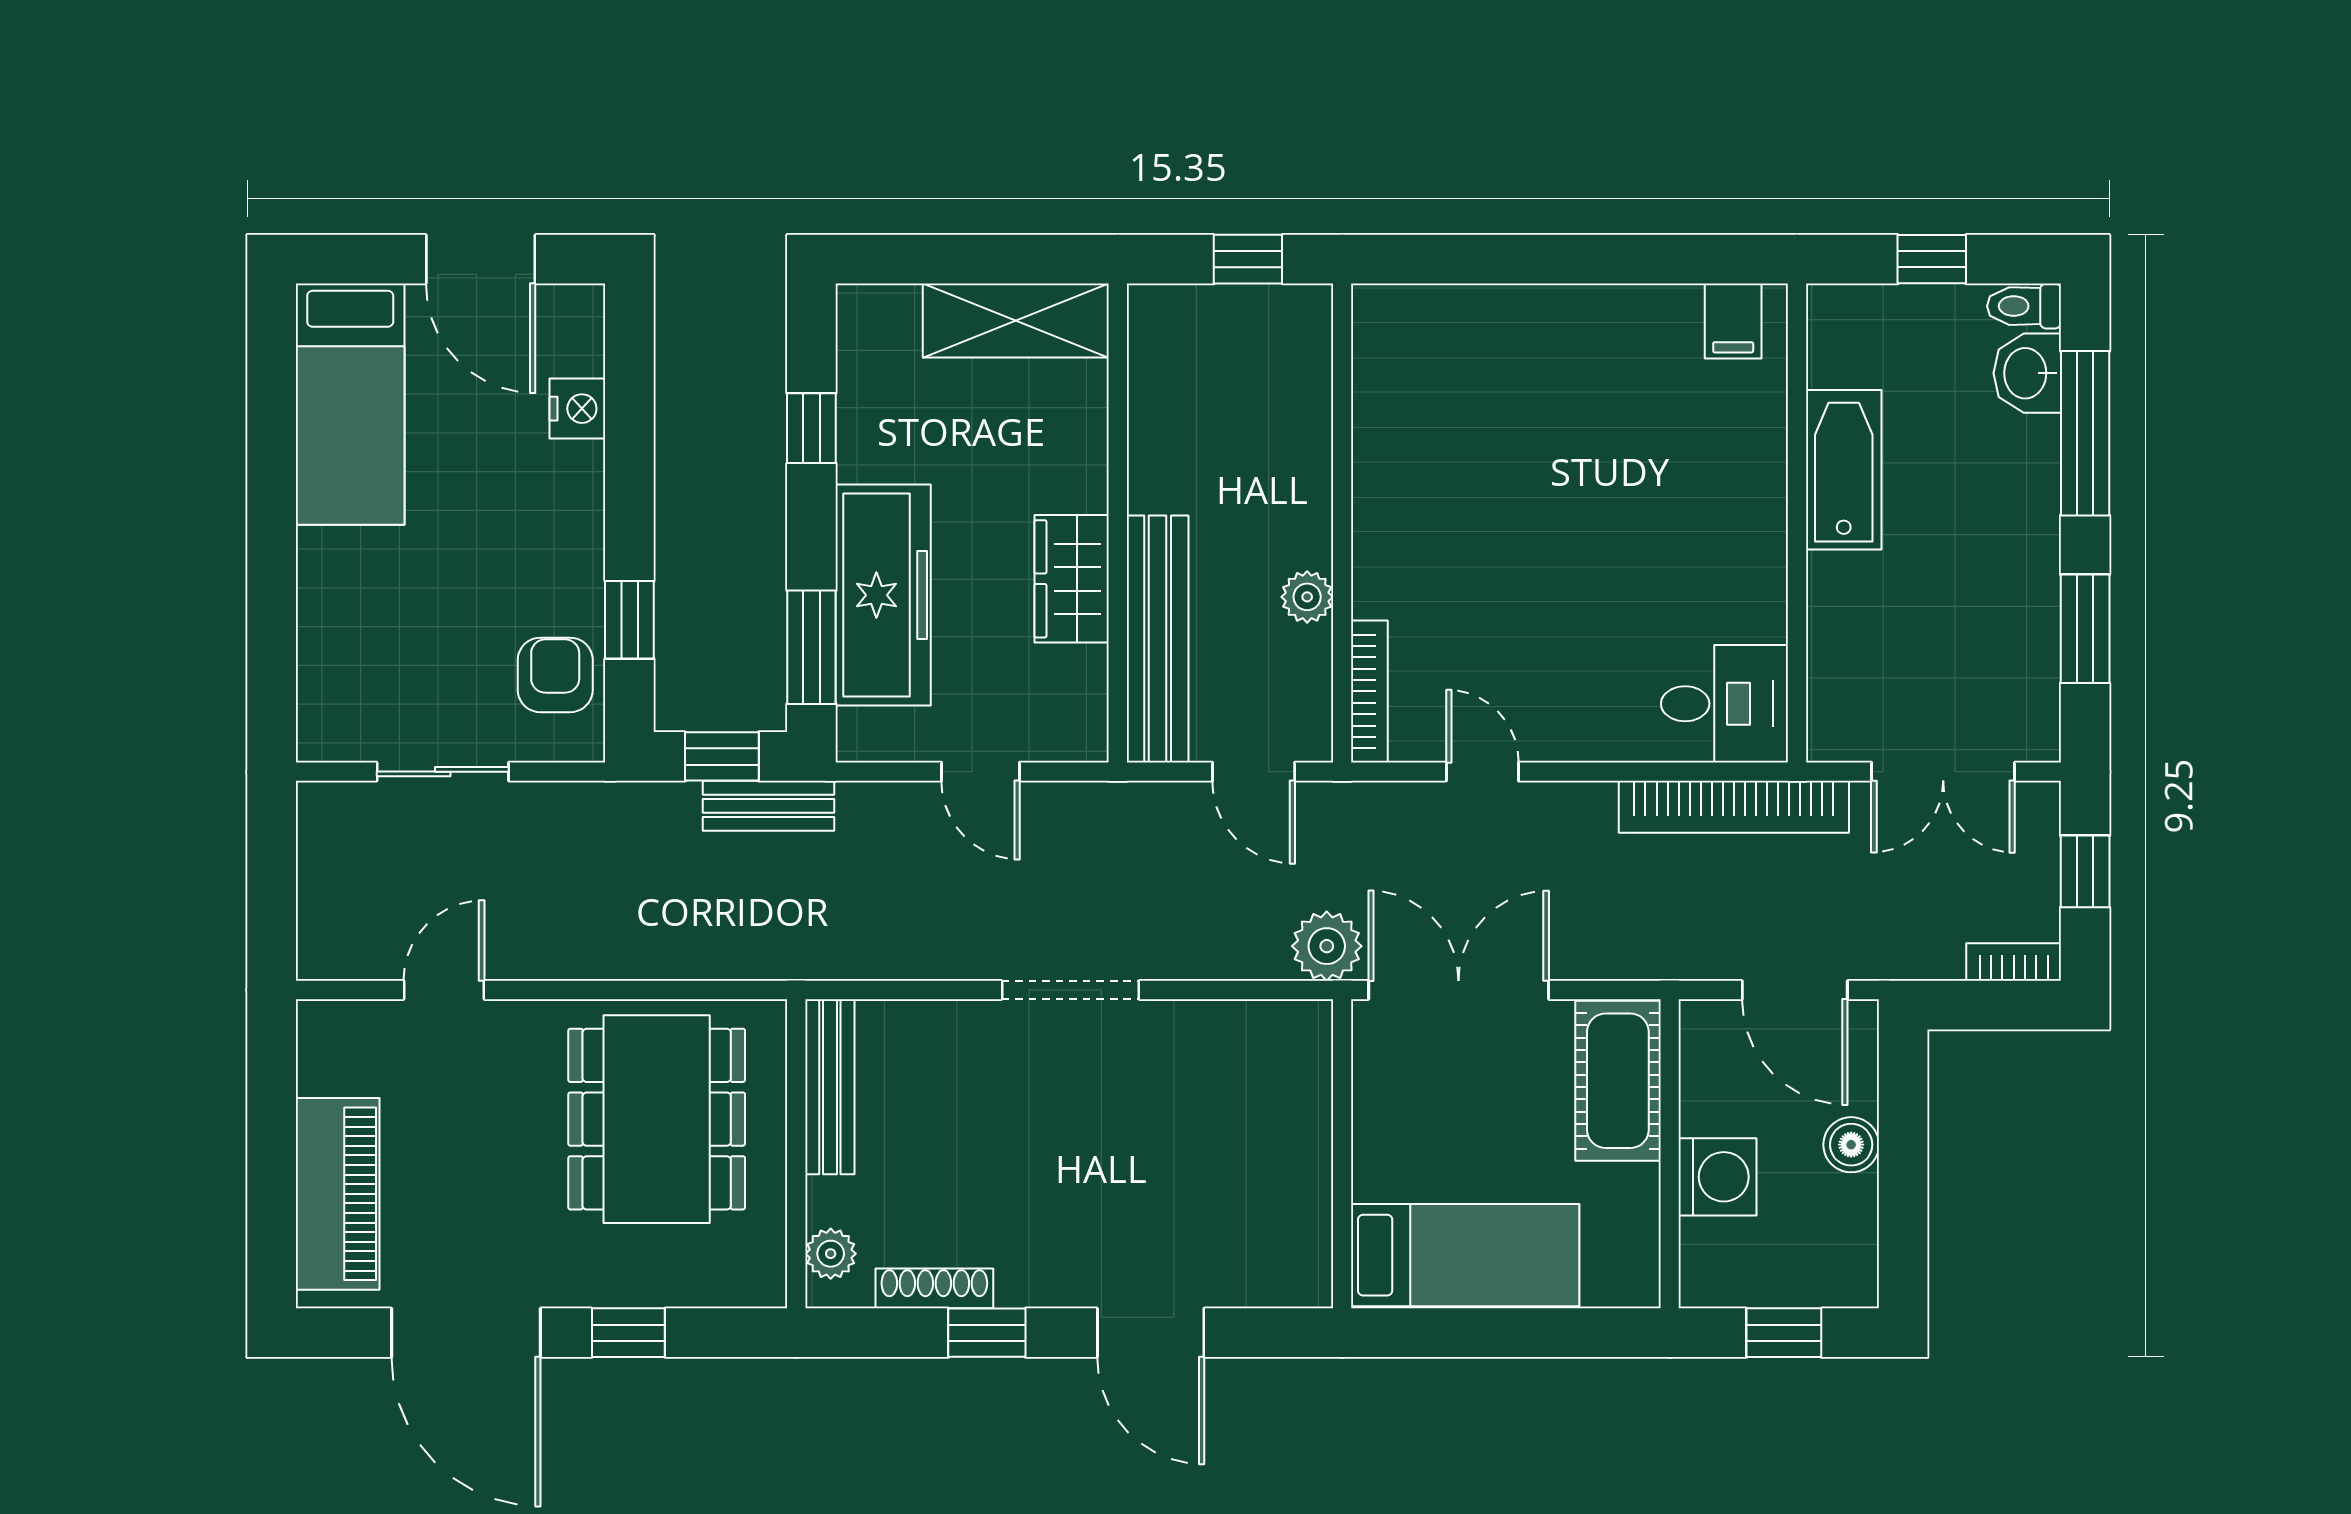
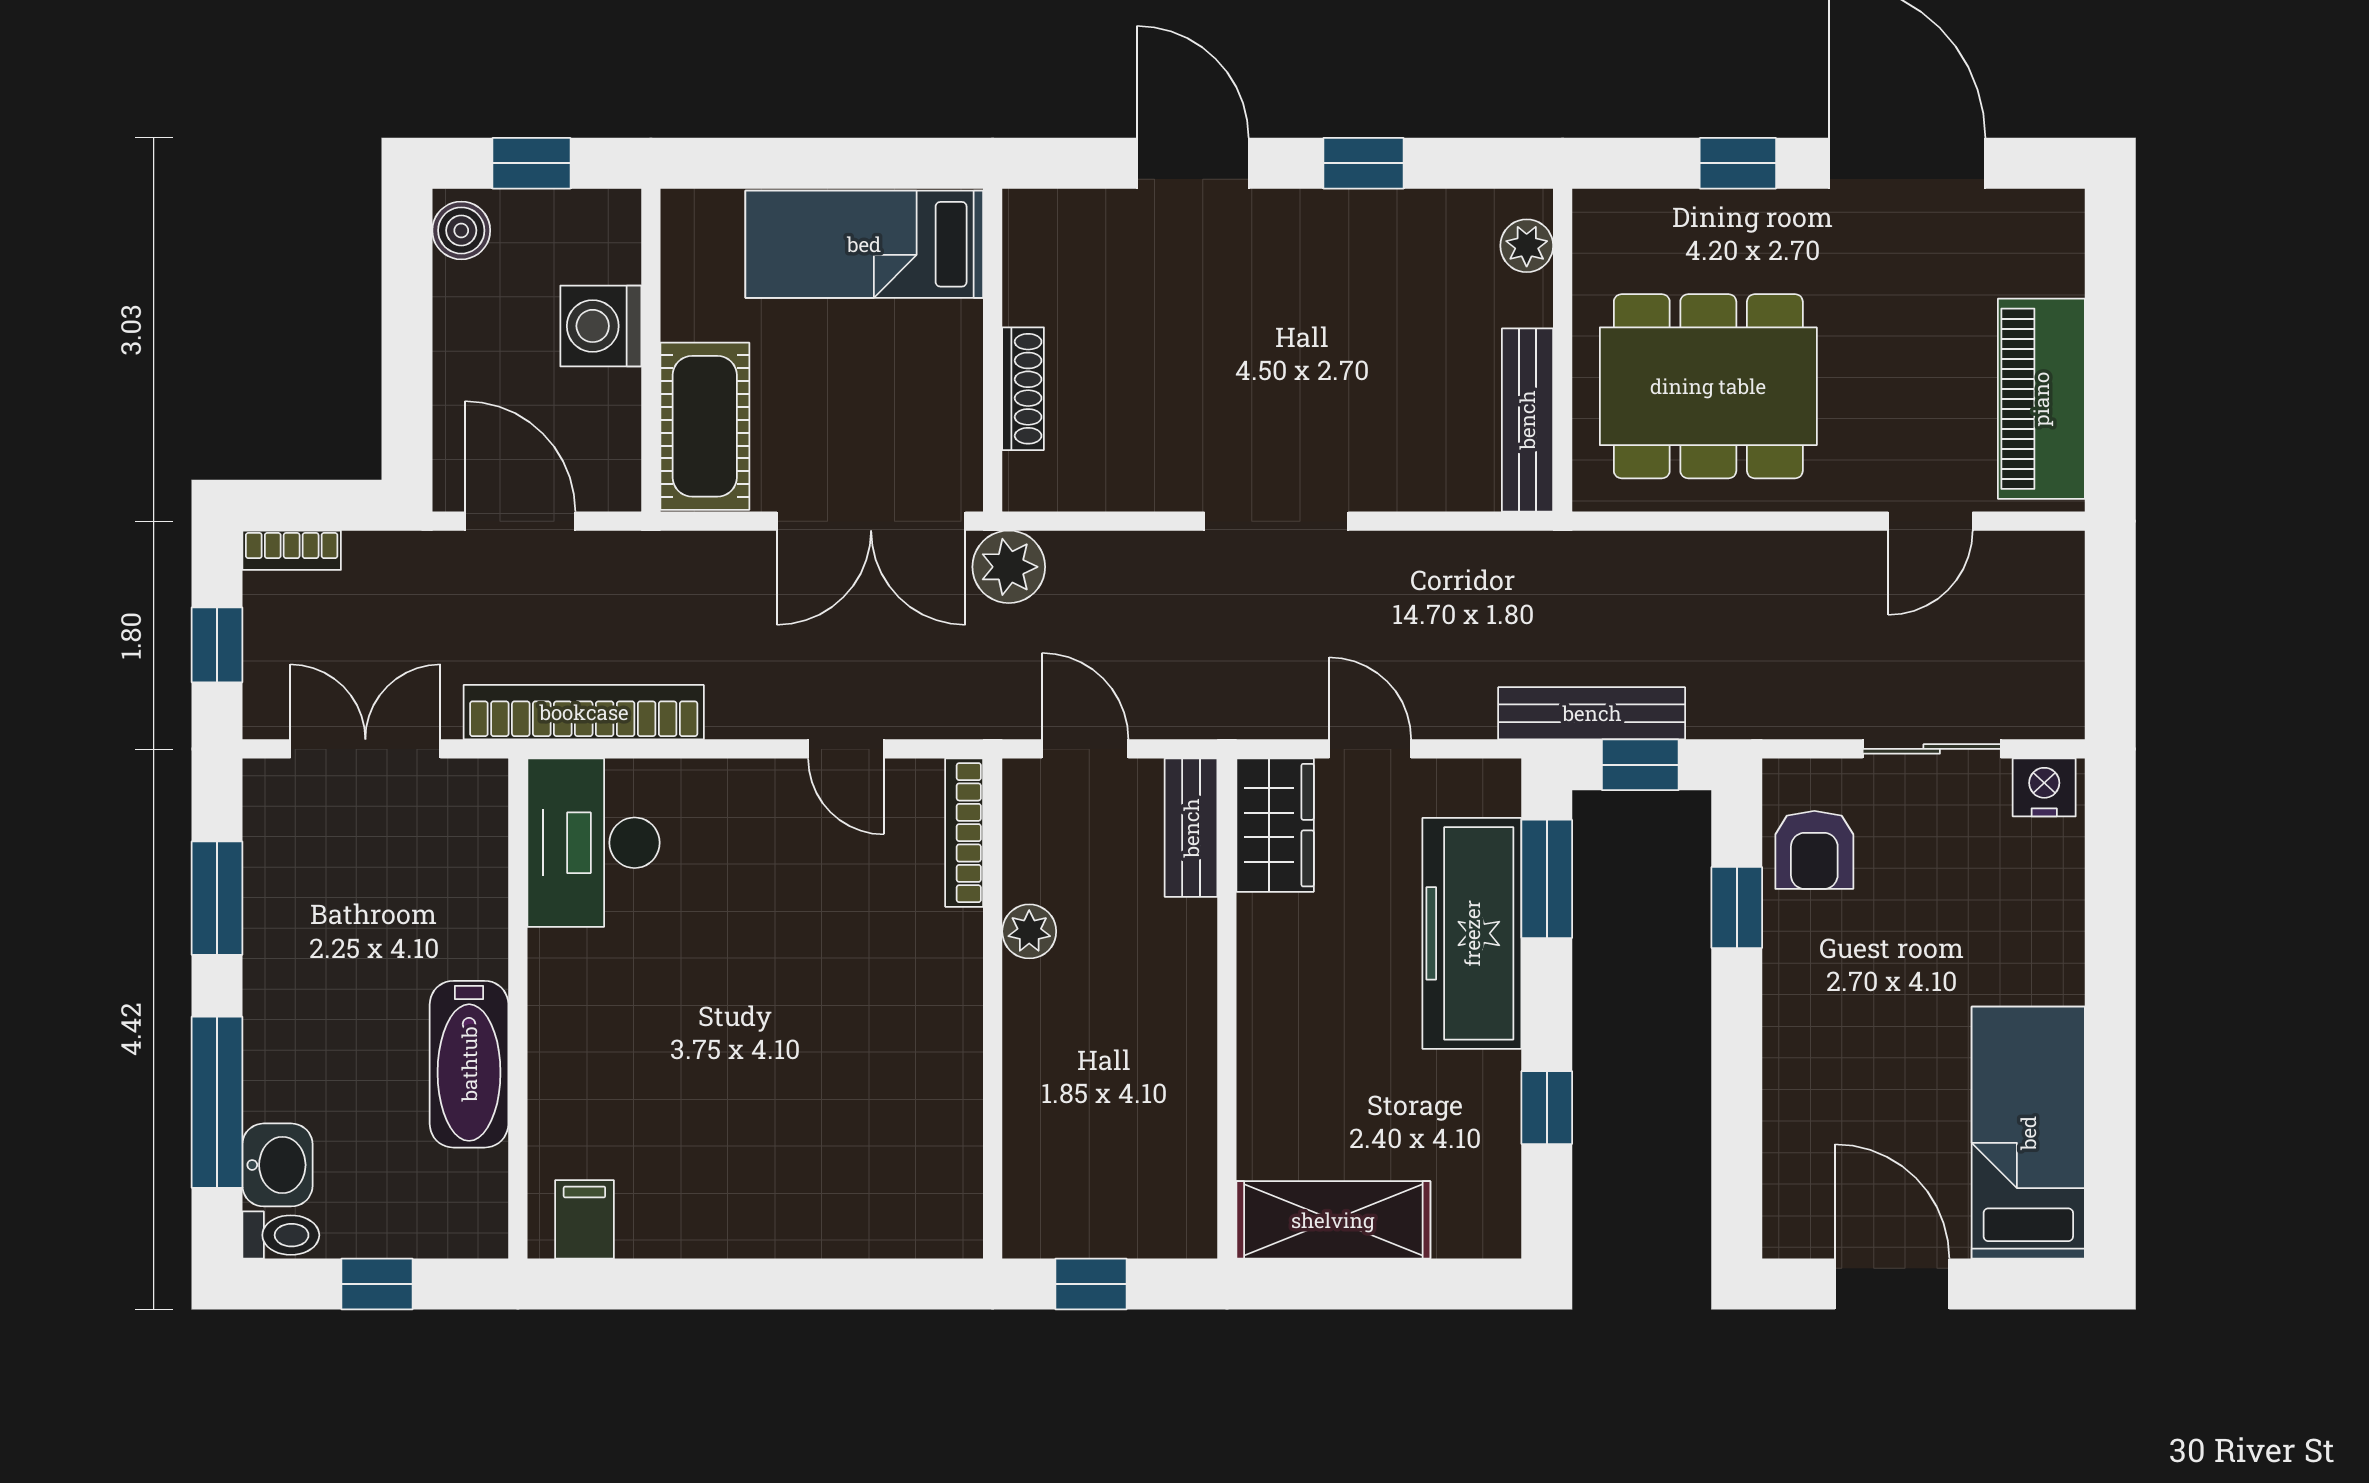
nightstand: (577, 409) -> (2044, 787), moved, turned 90
wardrobe: (1072, 579) -> (1275, 825), moved
bench: (1158, 639) -> (1191, 828), width x0.54, depth x0.82
desk: (1724, 704) -> (594, 843), width x1.37
bench: (768, 806) -> (1592, 713), width x1.36
dining table: (657, 1119) -> (1708, 386), turned 90
boiler: (1851, 1145) -> (461, 230), moved
piano: (338, 1194) -> (2041, 399), moved
shoe rack: (934, 1288) -> (1023, 389), moved, turned -90

